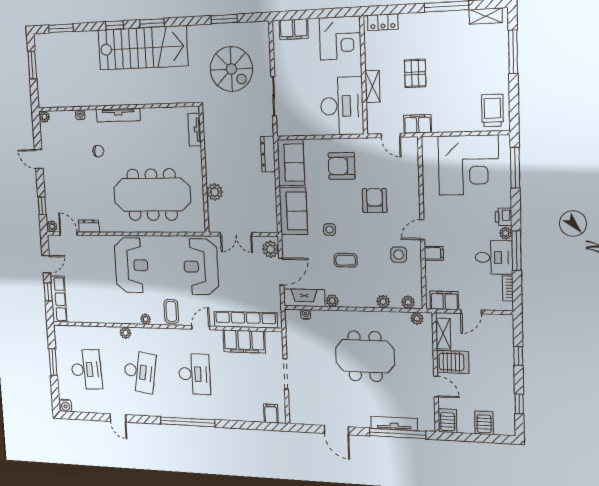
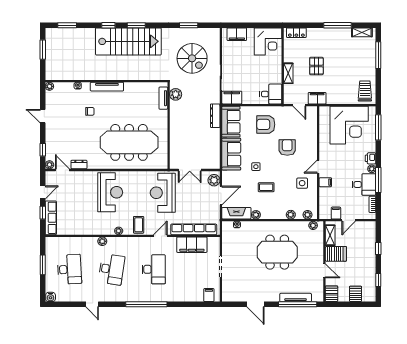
desk: (342, 106) -> (271, 94), width x0.53, depth x0.77
filing cabinet: (291, 126) -> (232, 98), added
plant: (215, 192) -> (176, 94), moved
filing cabinet: (444, 300) -> (336, 213), width x0.50

